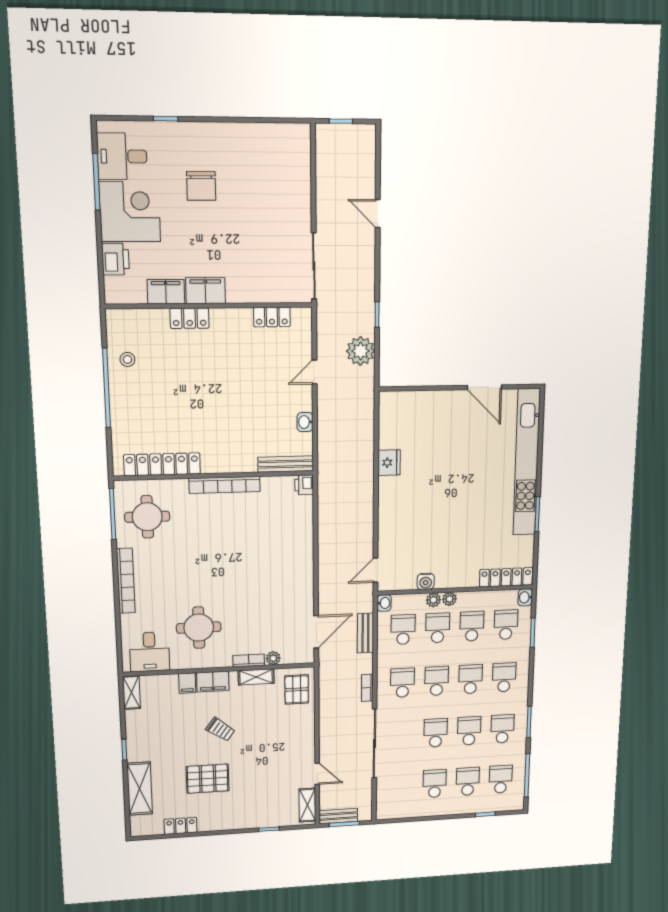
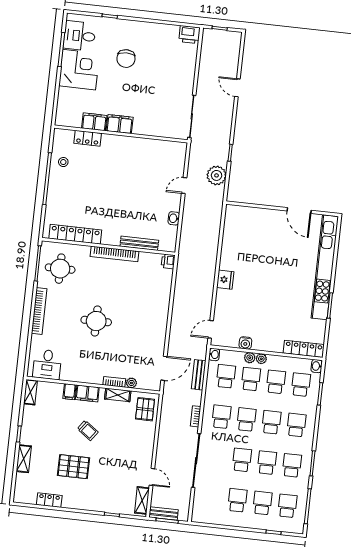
printer: (115, 259) -> (189, 35), moved, turned 90
locker: (272, 317) -> (160, 146), removed
locker: (190, 318) -> (88, 138), moved
fridge: (389, 463) -> (225, 280), moved
bench: (286, 464) -> (139, 243), moved
round table: (199, 628) -> (96, 321), moved
shelving: (140, 789) -> (24, 459), width x0.67, depth x0.75

